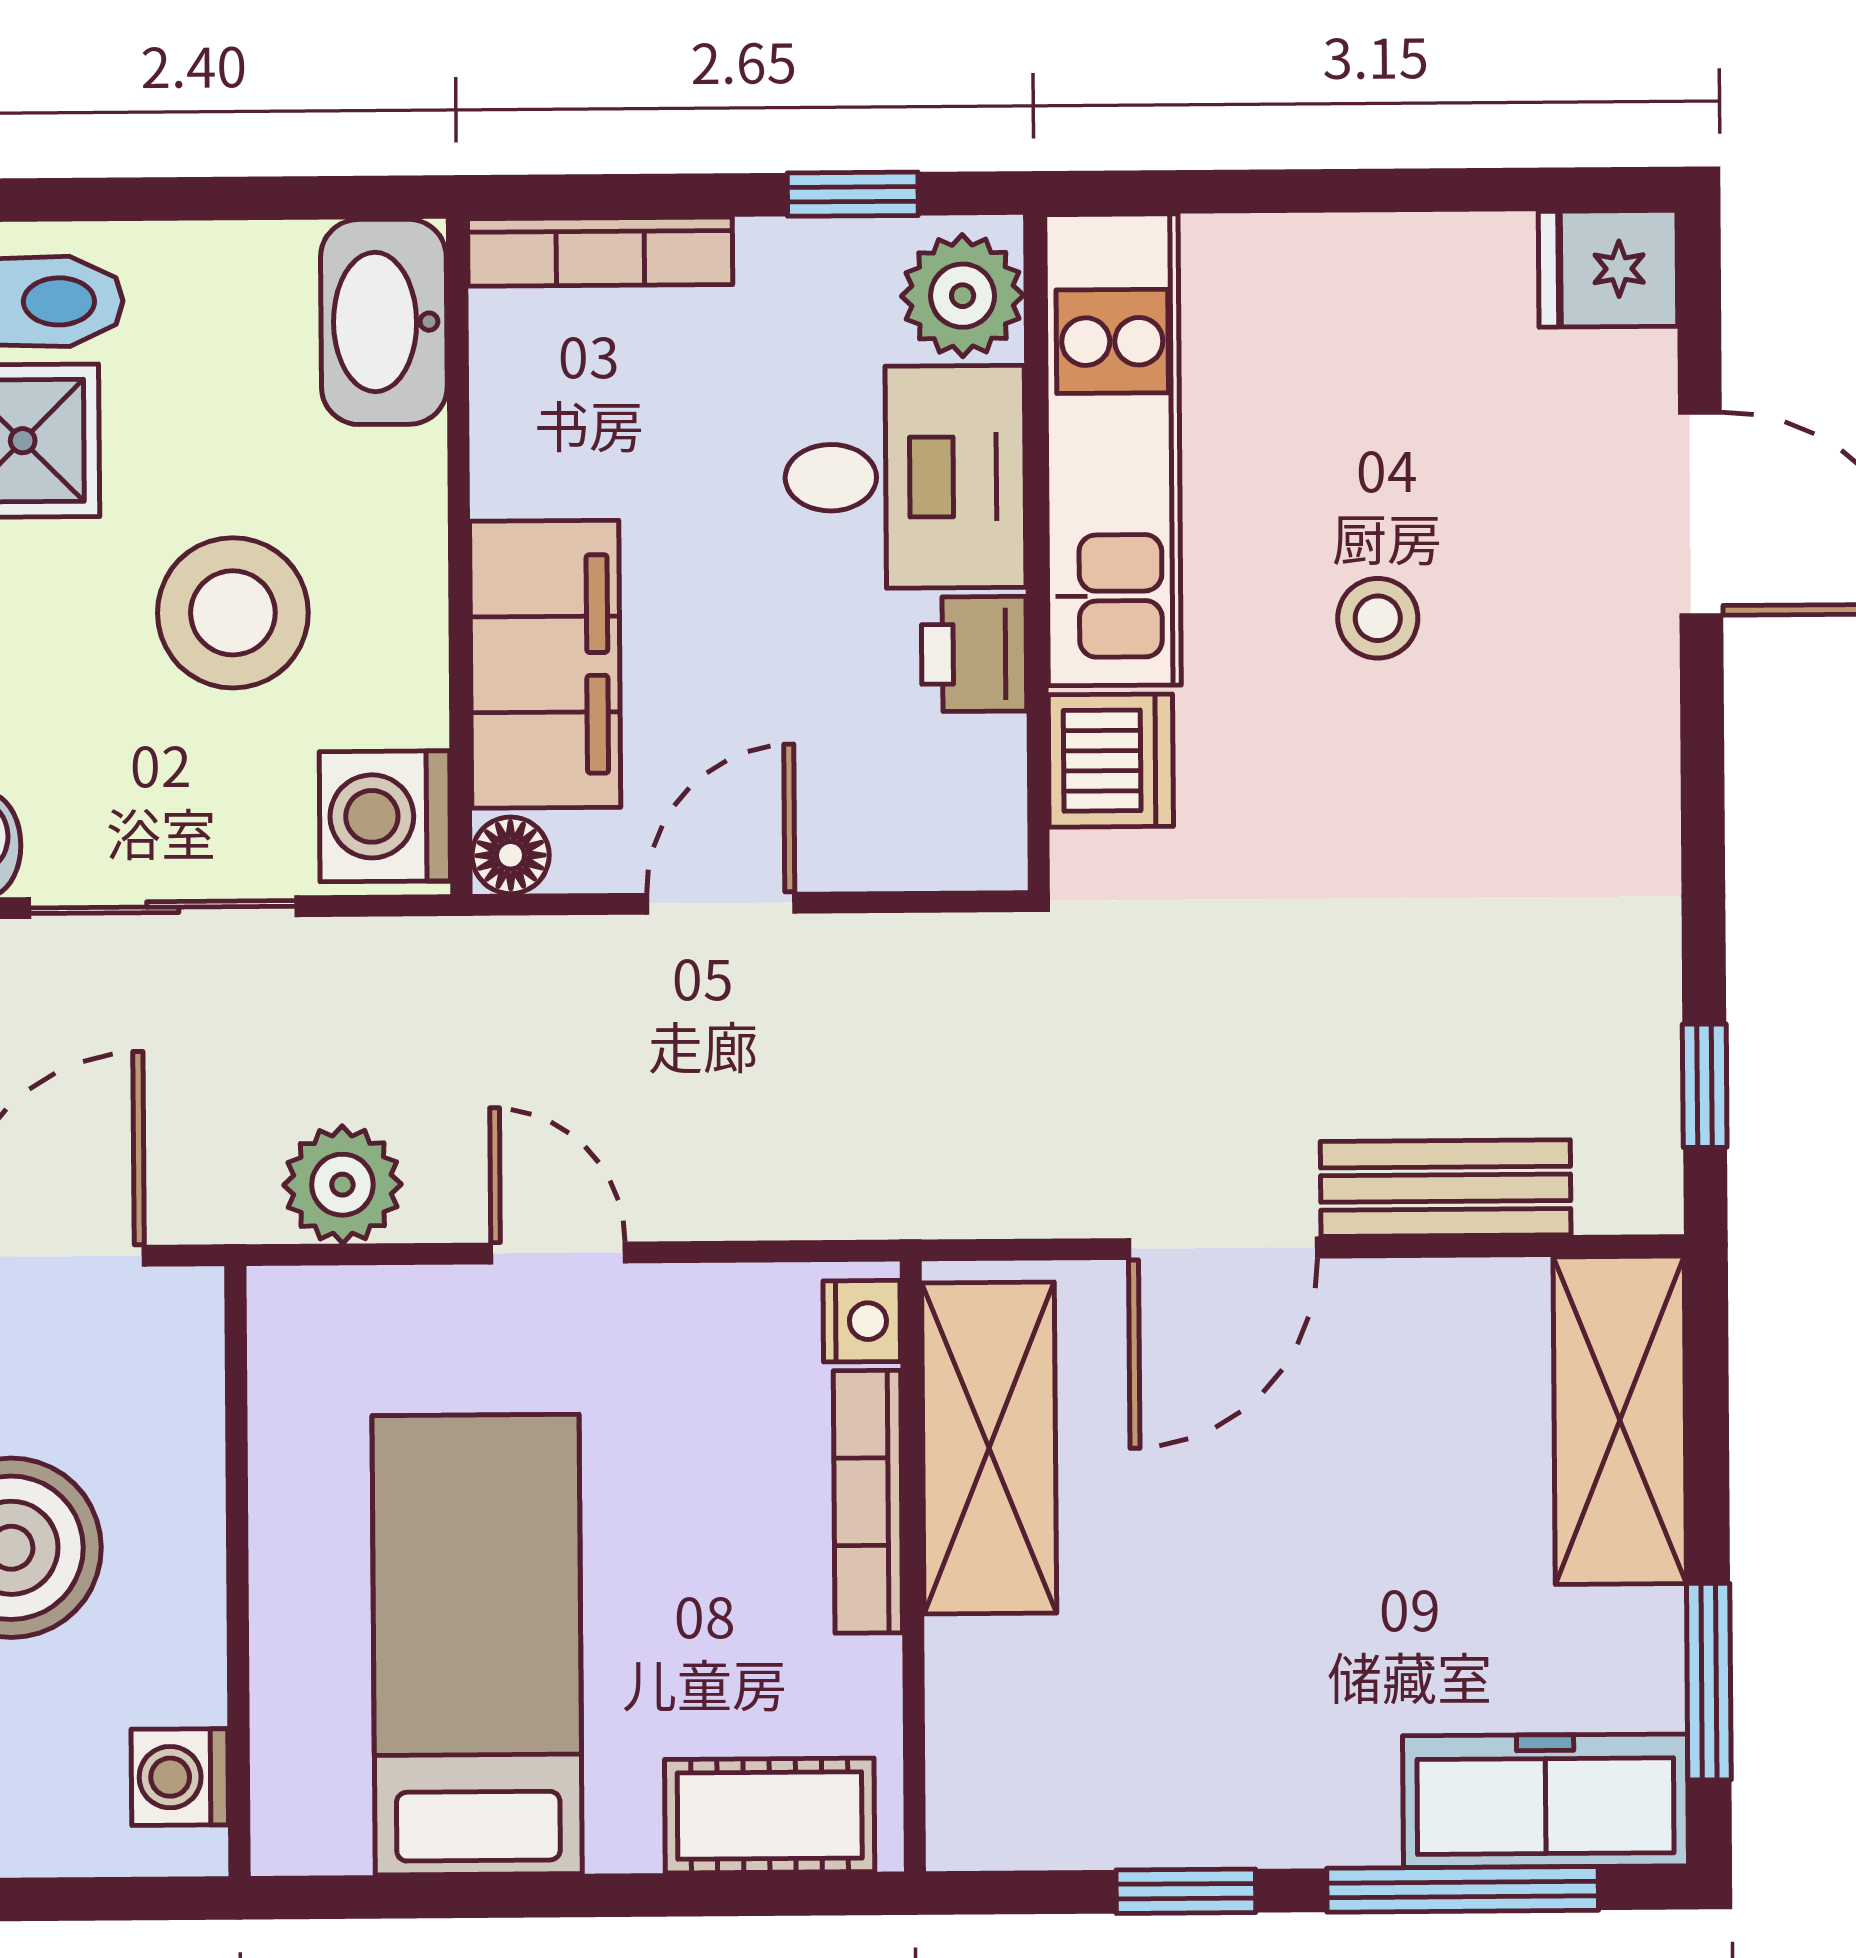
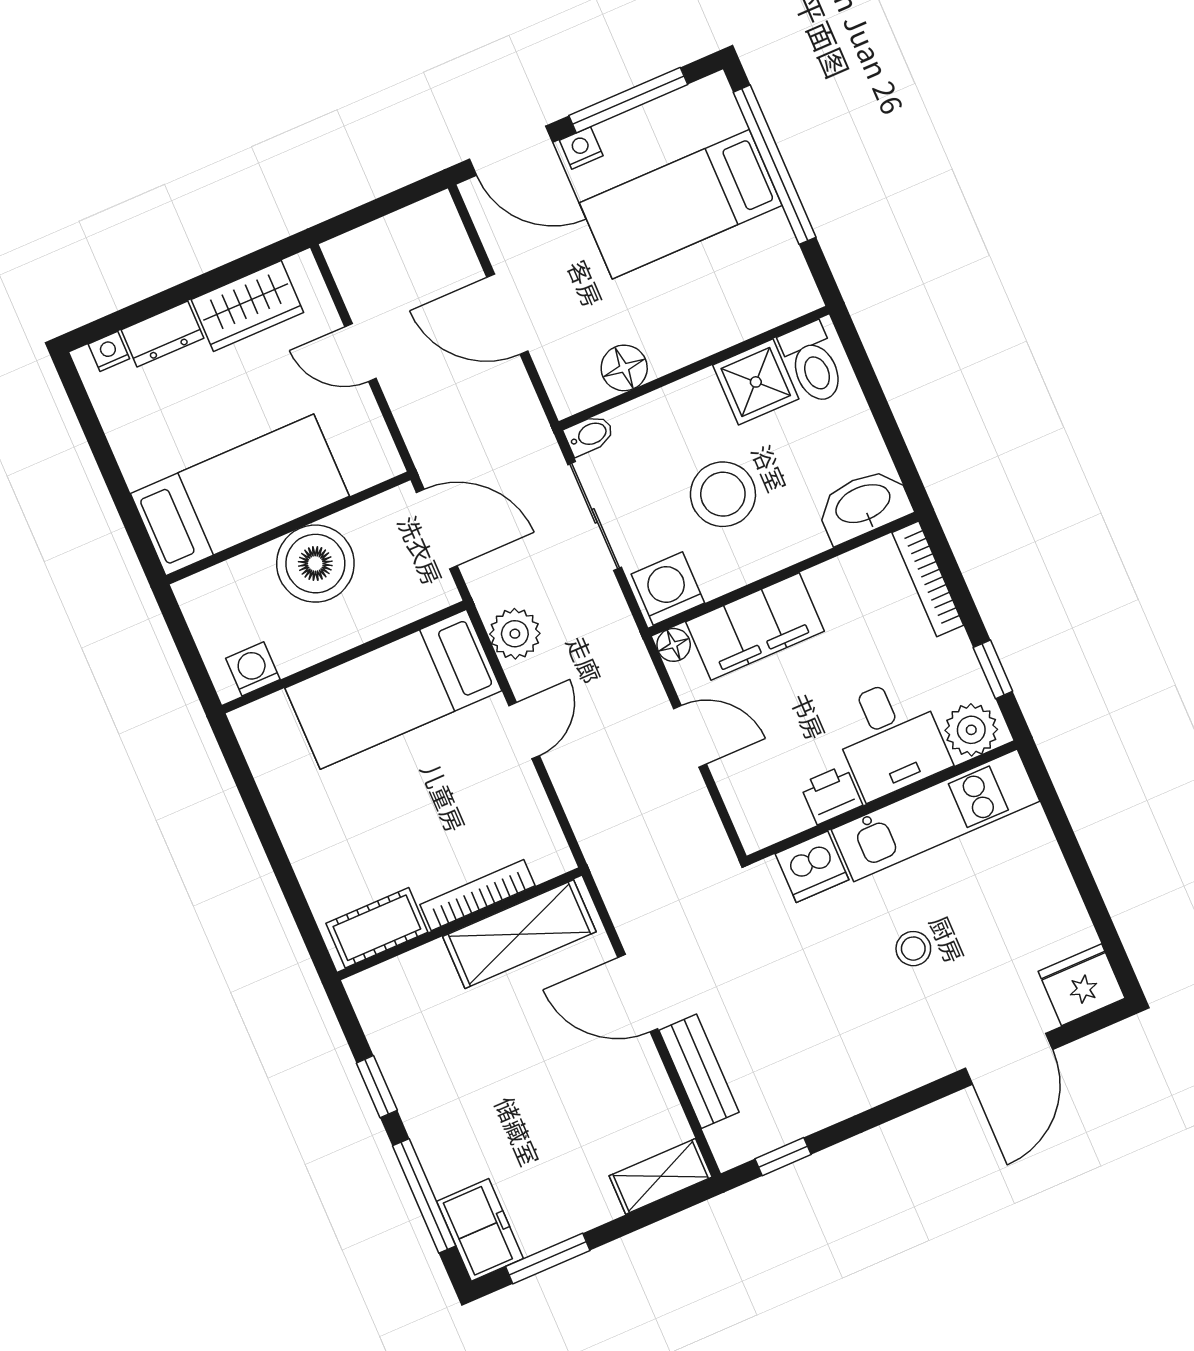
fridge: (1608, 269) -> (1082, 985), width x1.38
nightstand: (862, 1321) -> (548, 862), removed
shelving: (1620, 1420) -> (661, 1176), width x0.67, depth x0.75
bed: (477, 1645) -> (393, 689), moved, turned 180
freezer: (1545, 1801) -> (480, 1230), width x0.71
cot: (770, 1815) -> (377, 928), moved, turned 90

